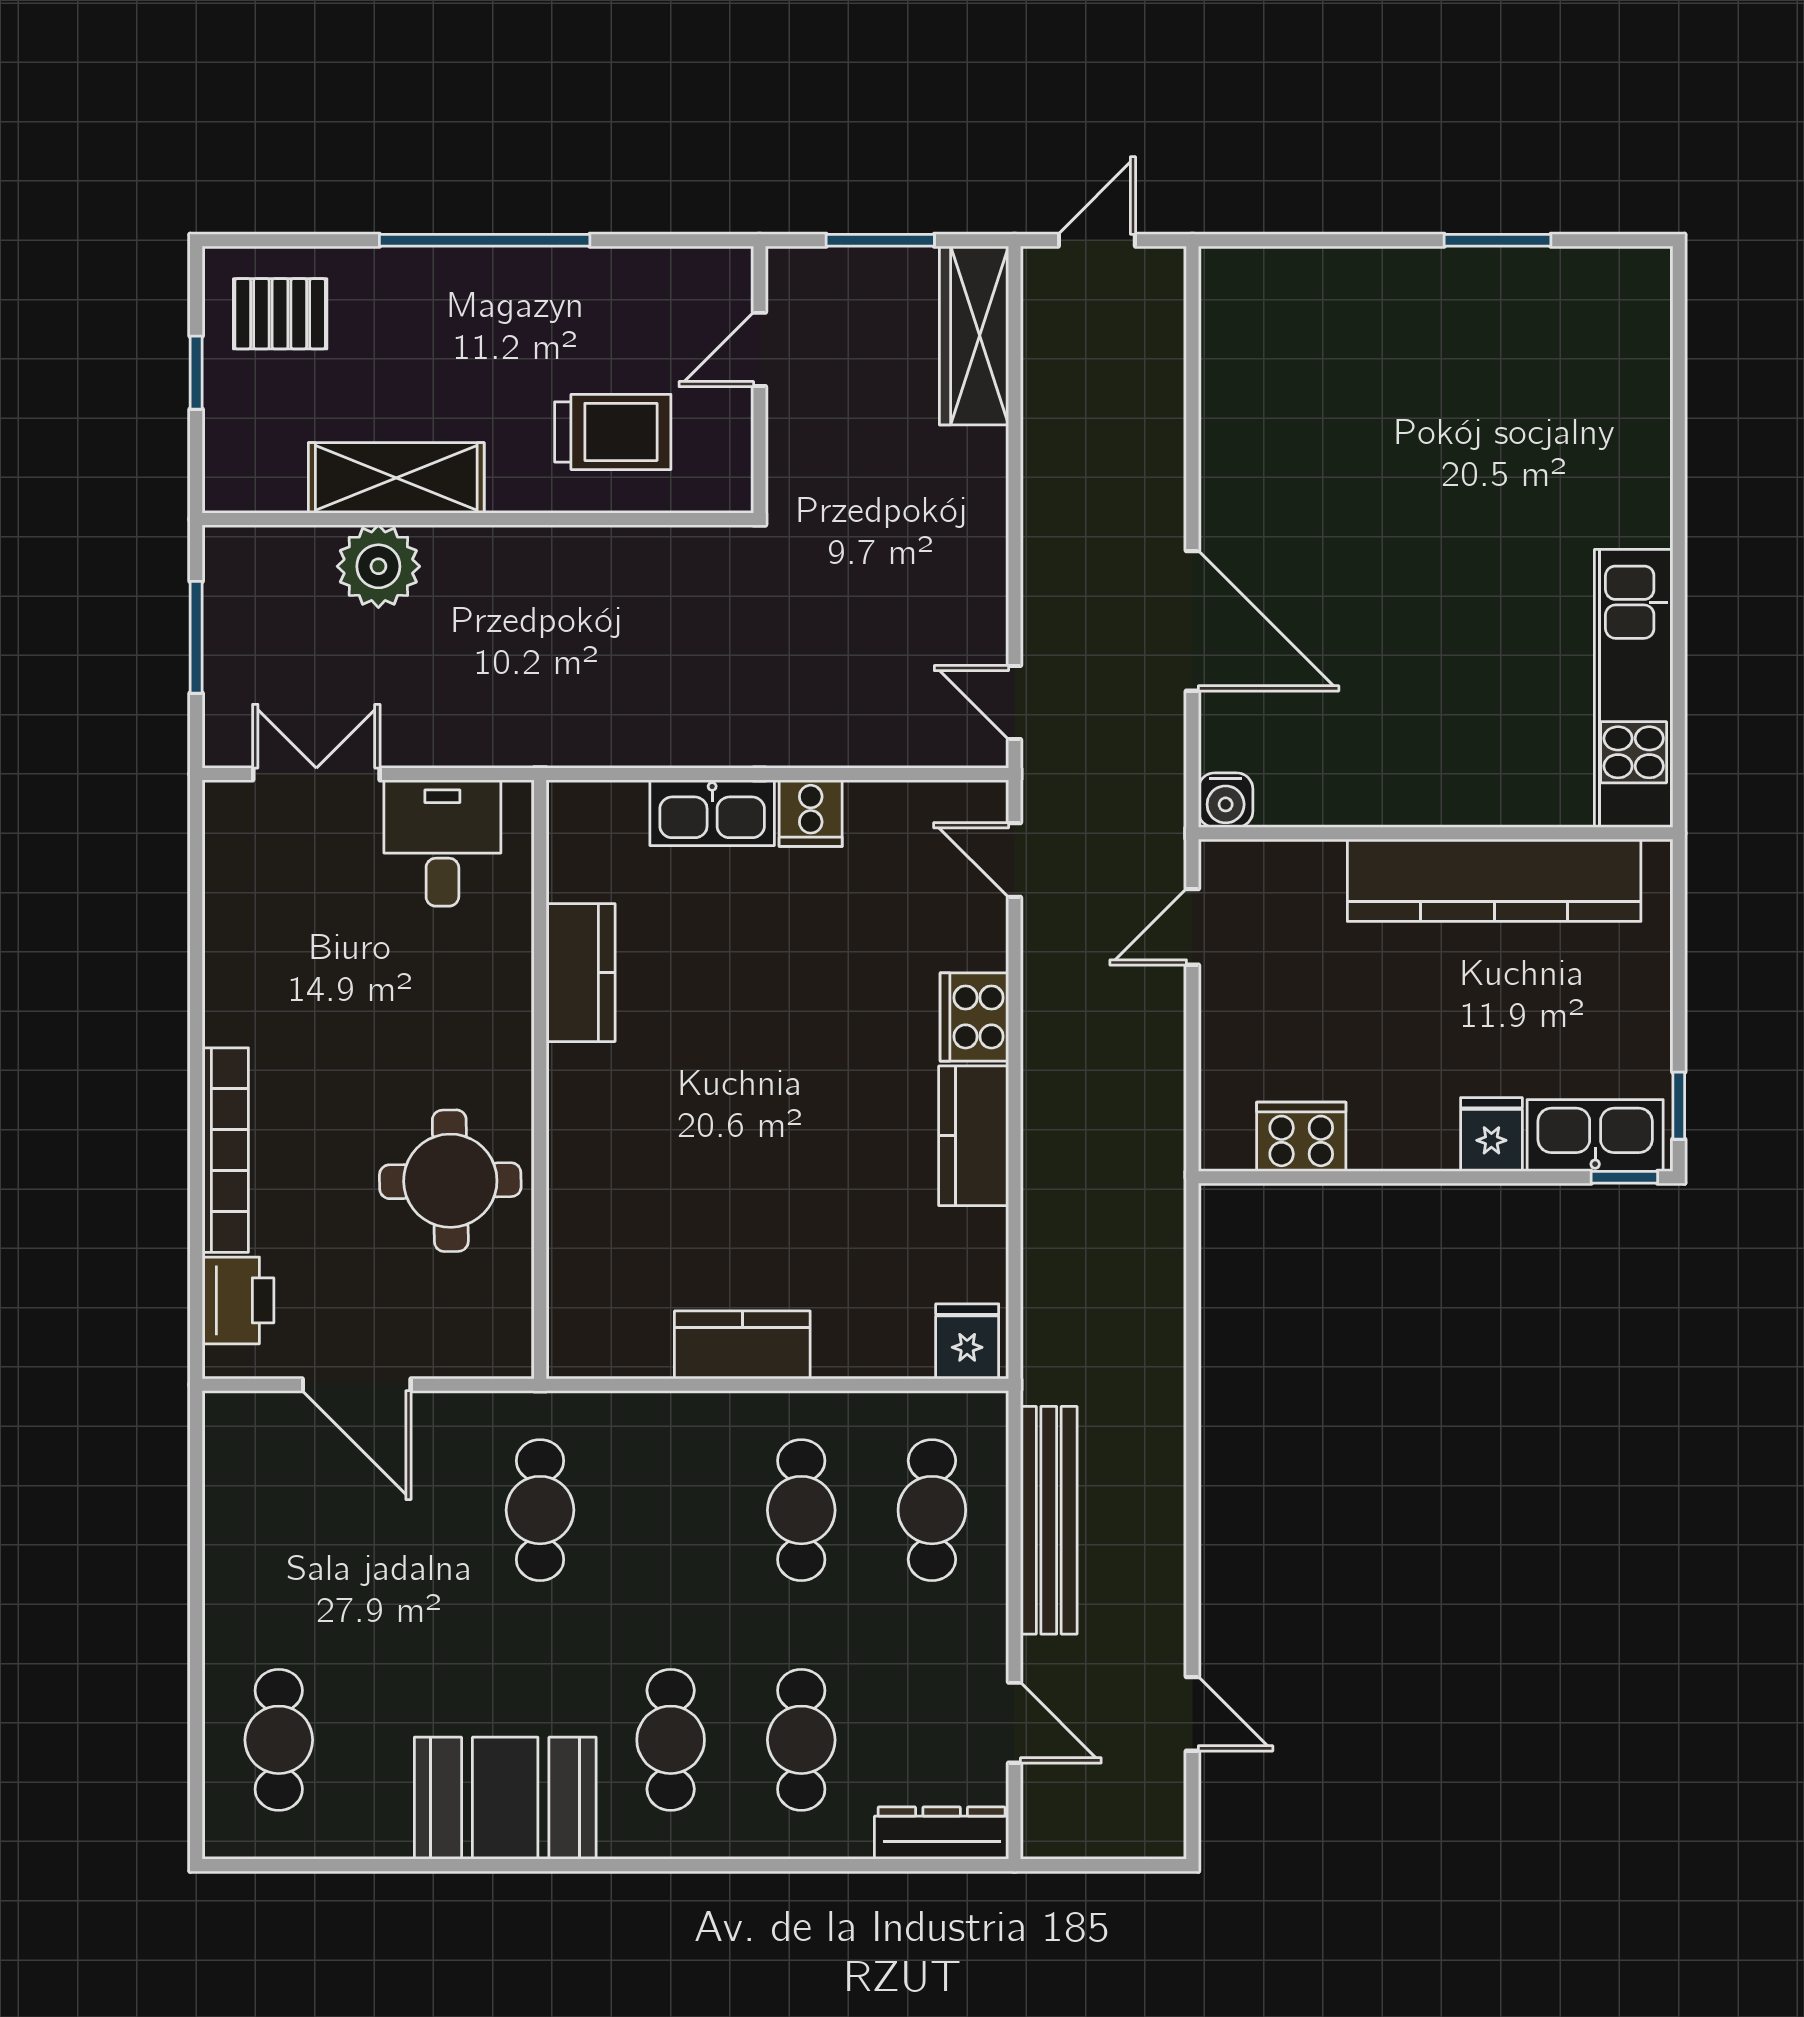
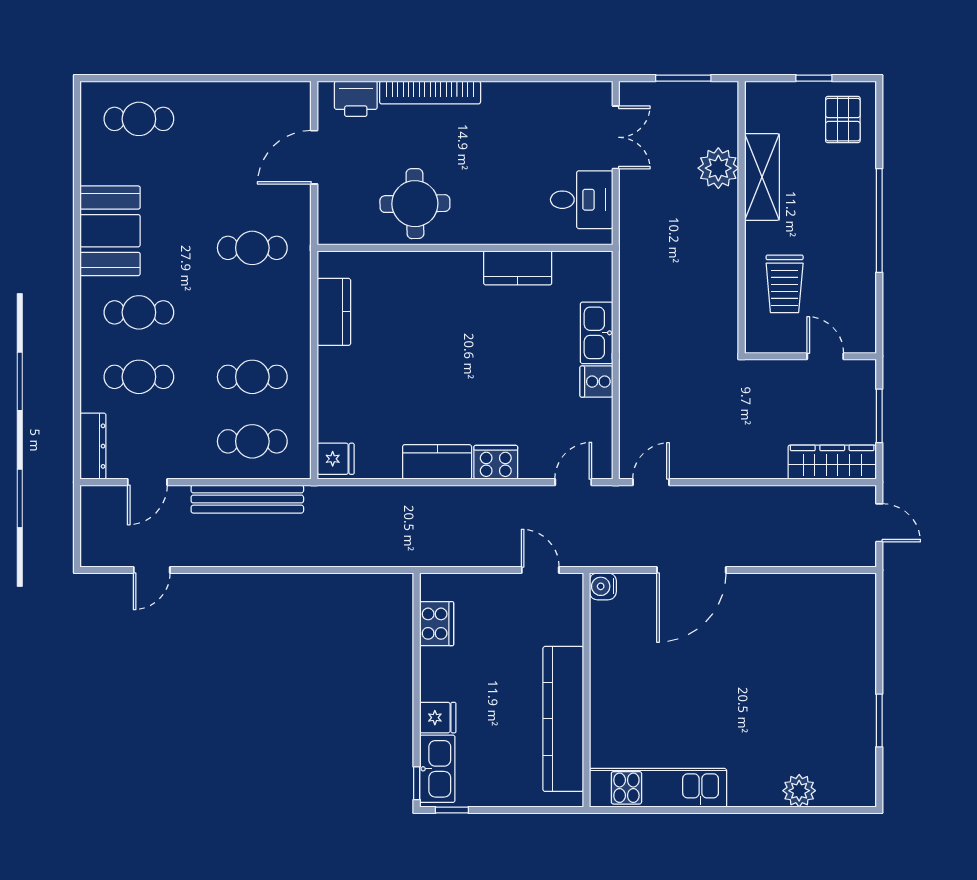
plant: (1640, 402) -> (799, 791), added
kitchen counter: (742, 1345) -> (334, 312), moved

